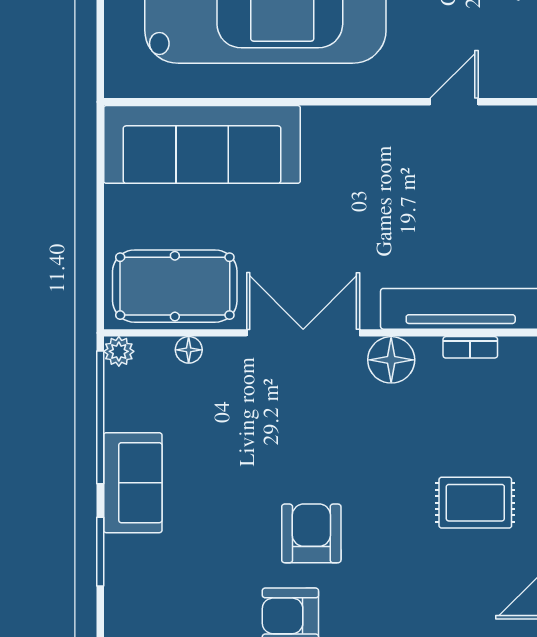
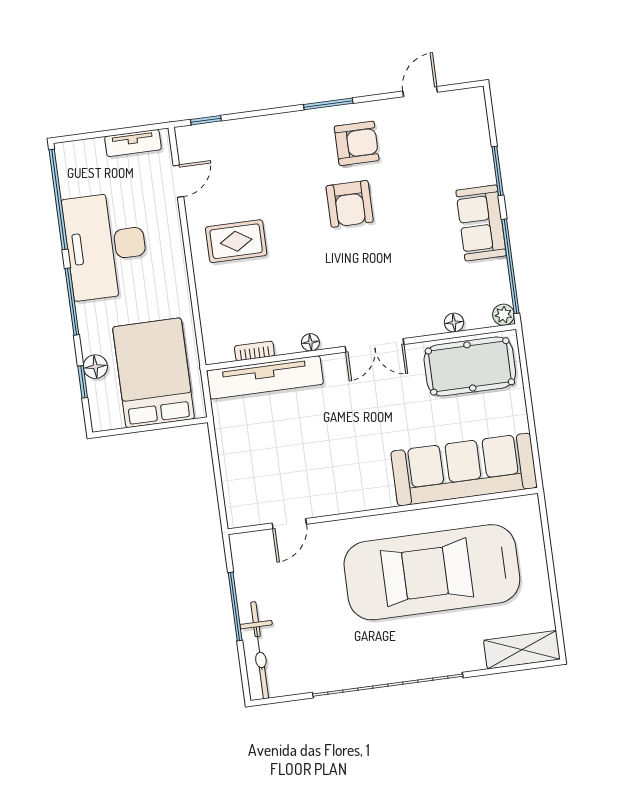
double door: (303, 333) -> (374, 345), width x0.73
floor lamp: (391, 360) -> (310, 342), width x0.53, depth x0.53

